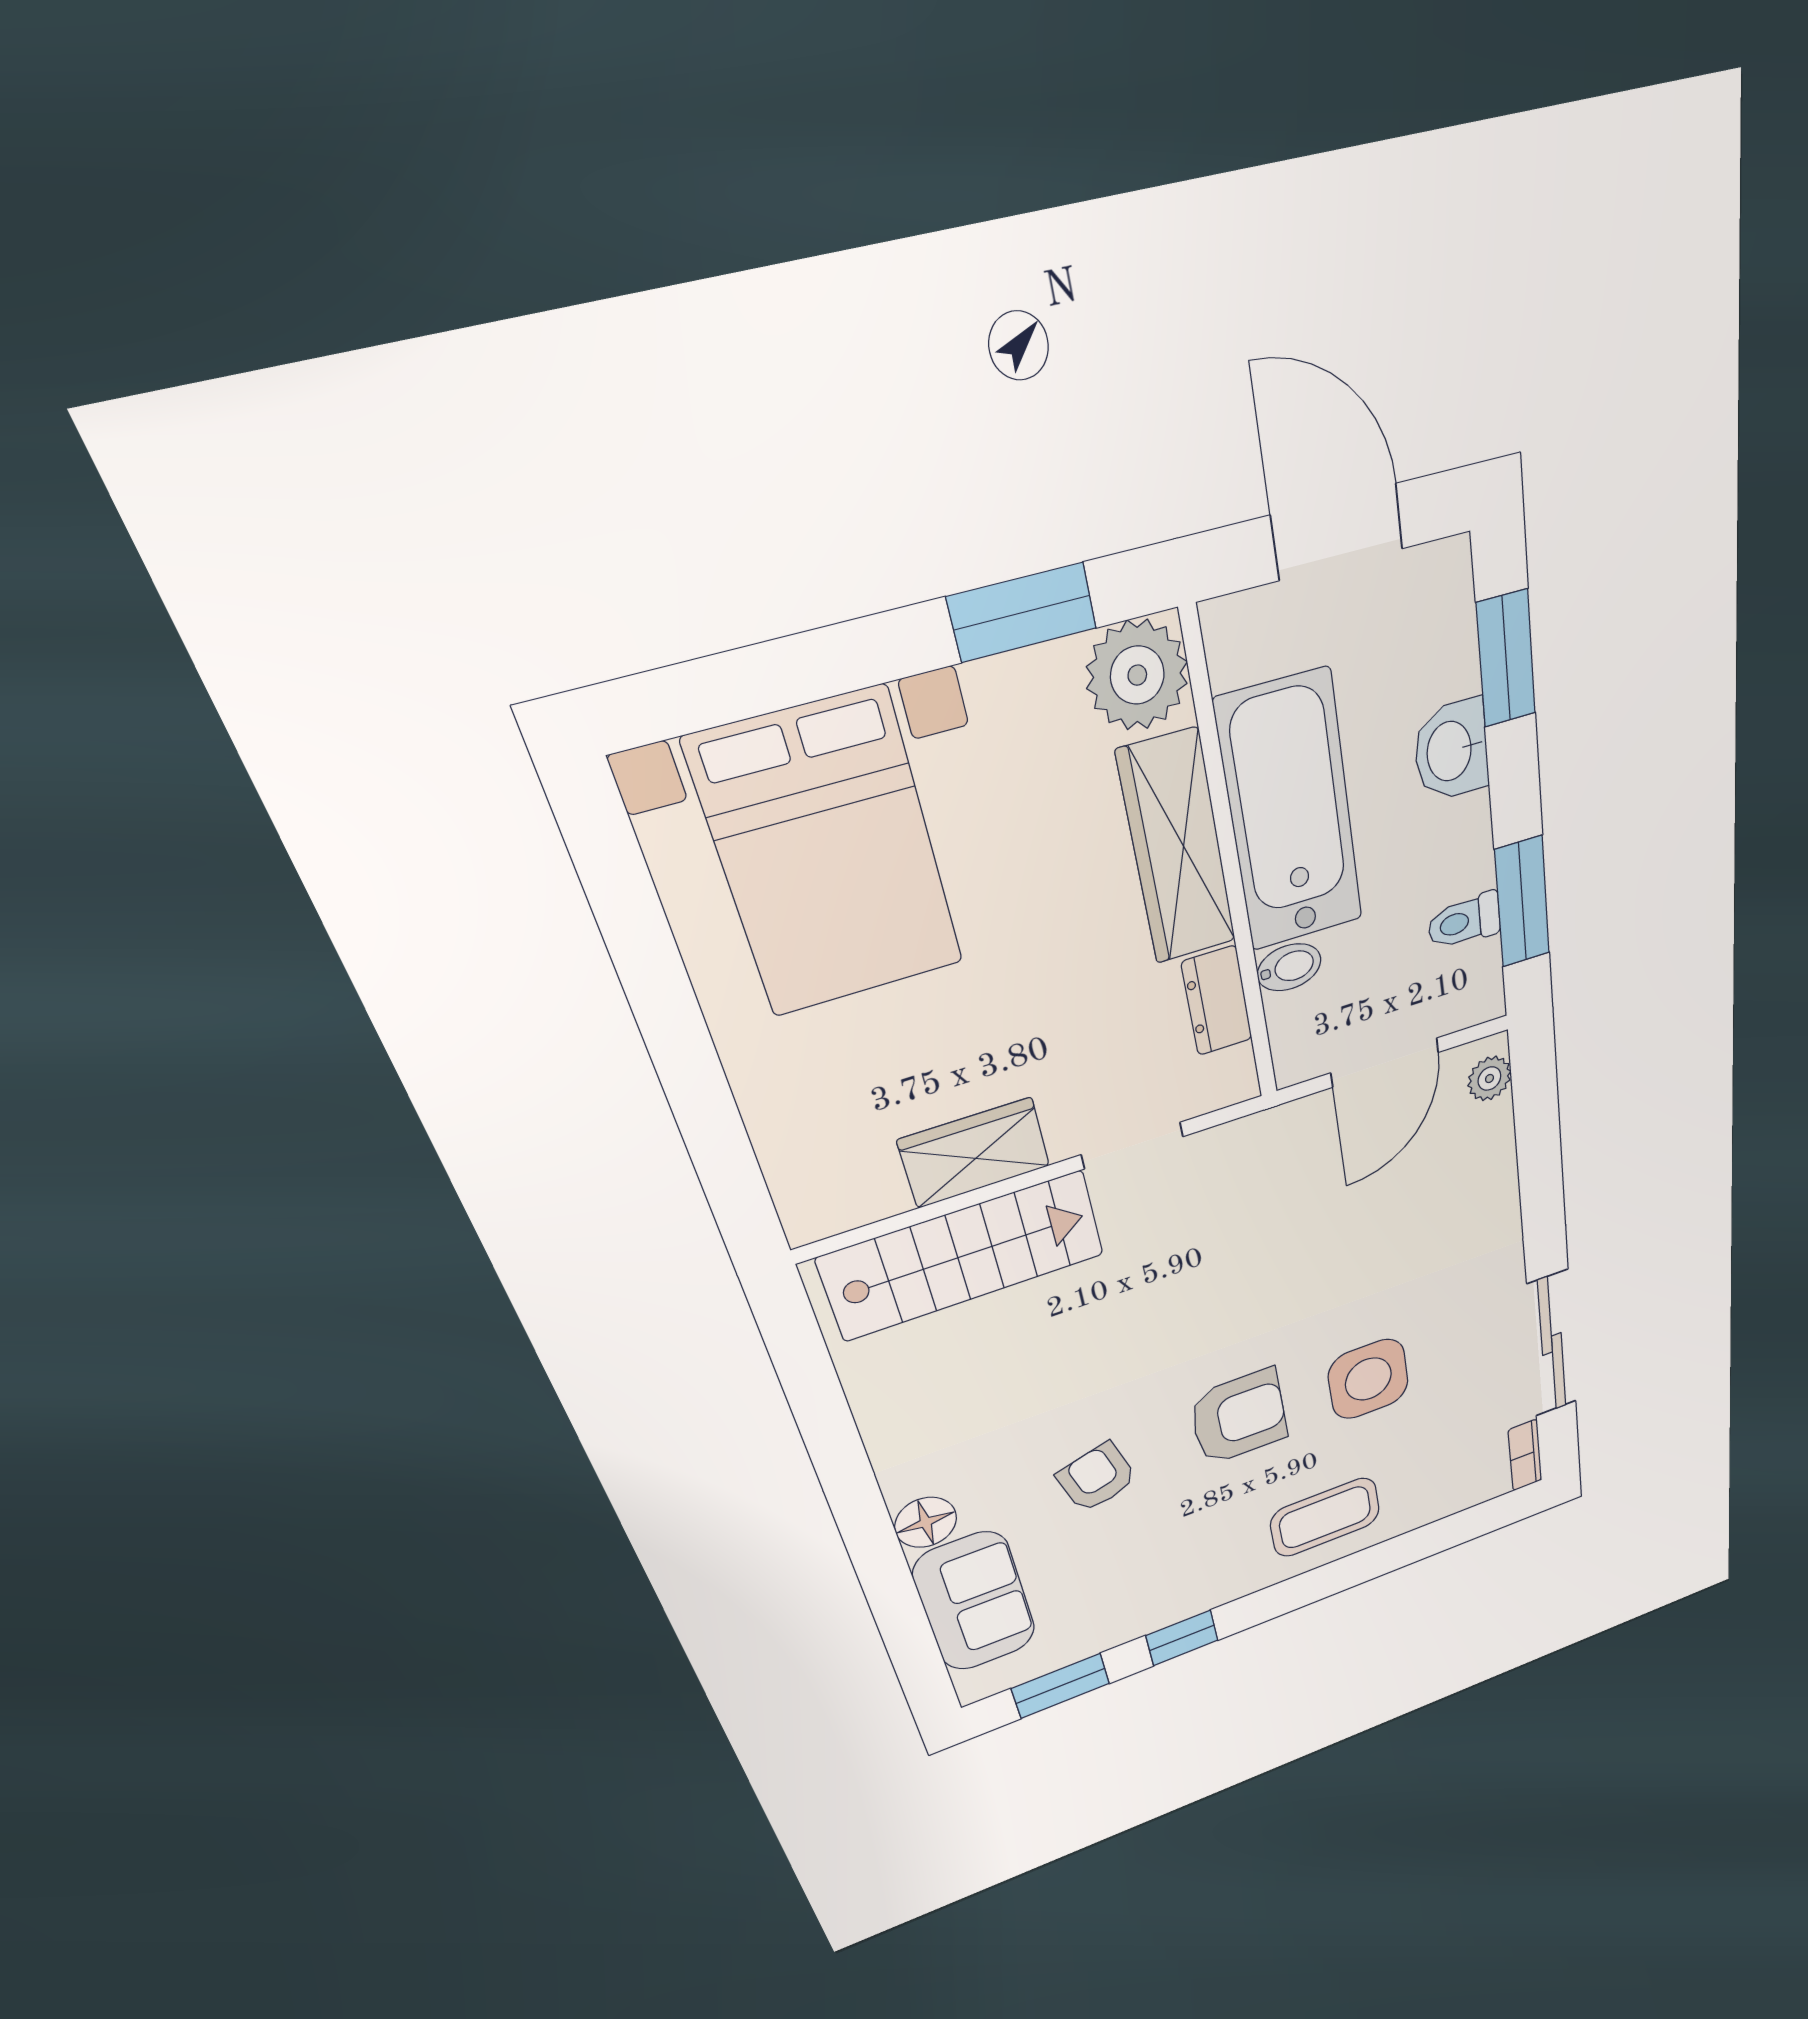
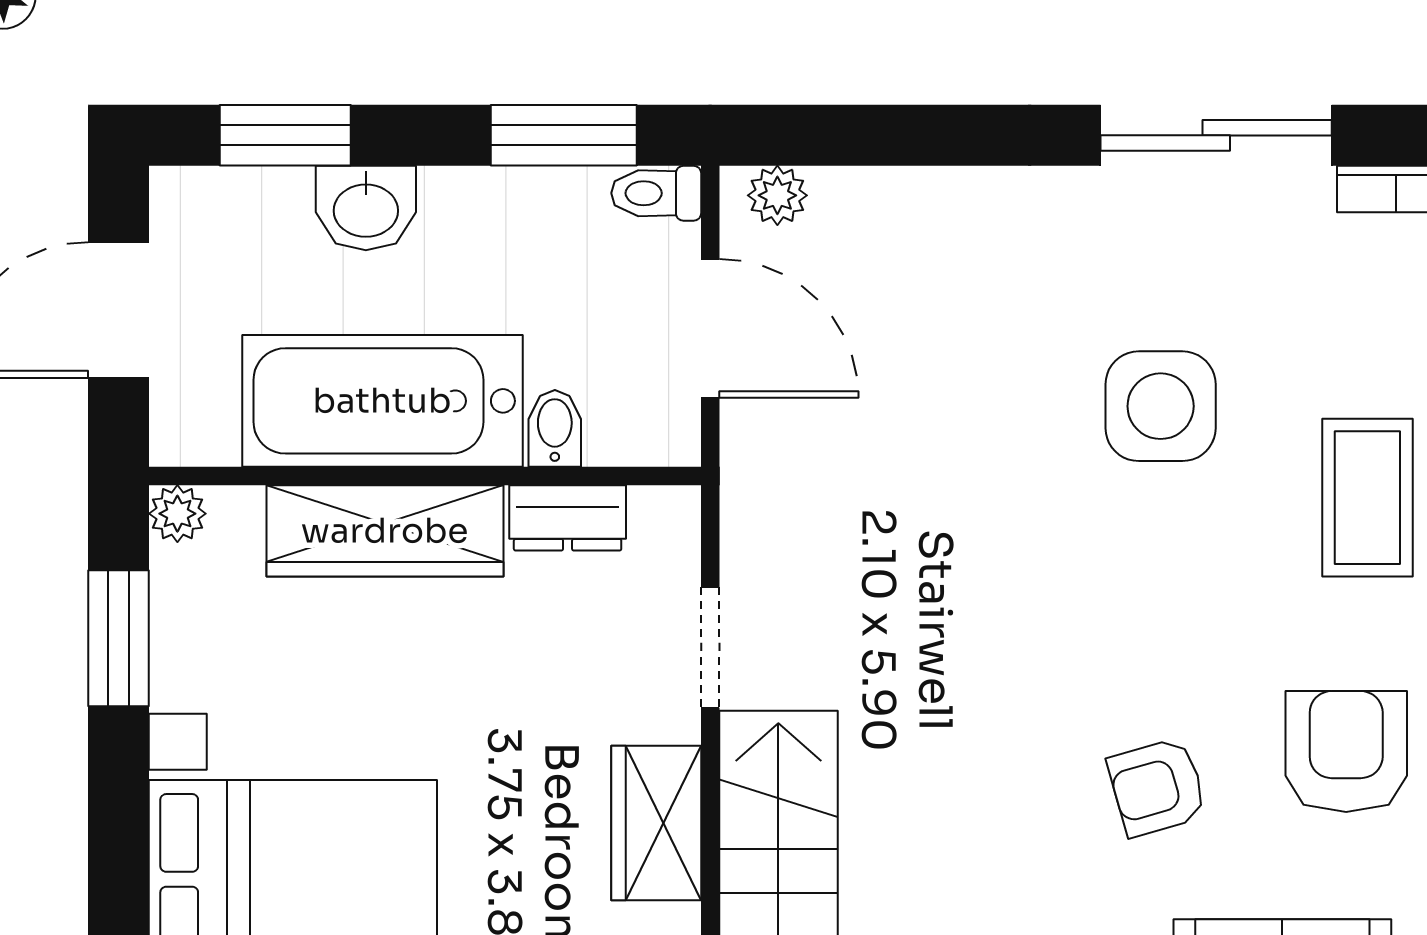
plant: (1137, 675) -> (177, 514), width x0.53, depth x0.53
toilet: (1464, 921) -> (656, 193), moved, turned 90
armchair: (1239, 1417) -> (1346, 752), moved

